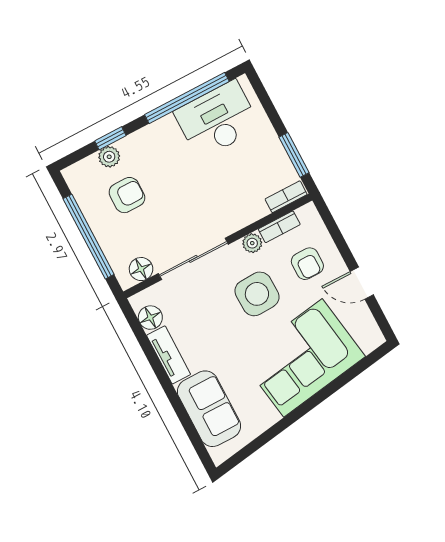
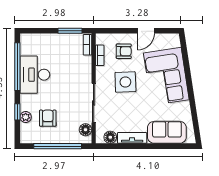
desk: (217, 120) -> (35, 75), moved
plant: (252, 243) -> (101, 72), removed

